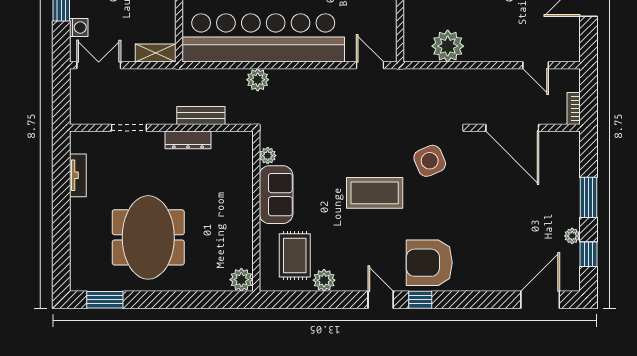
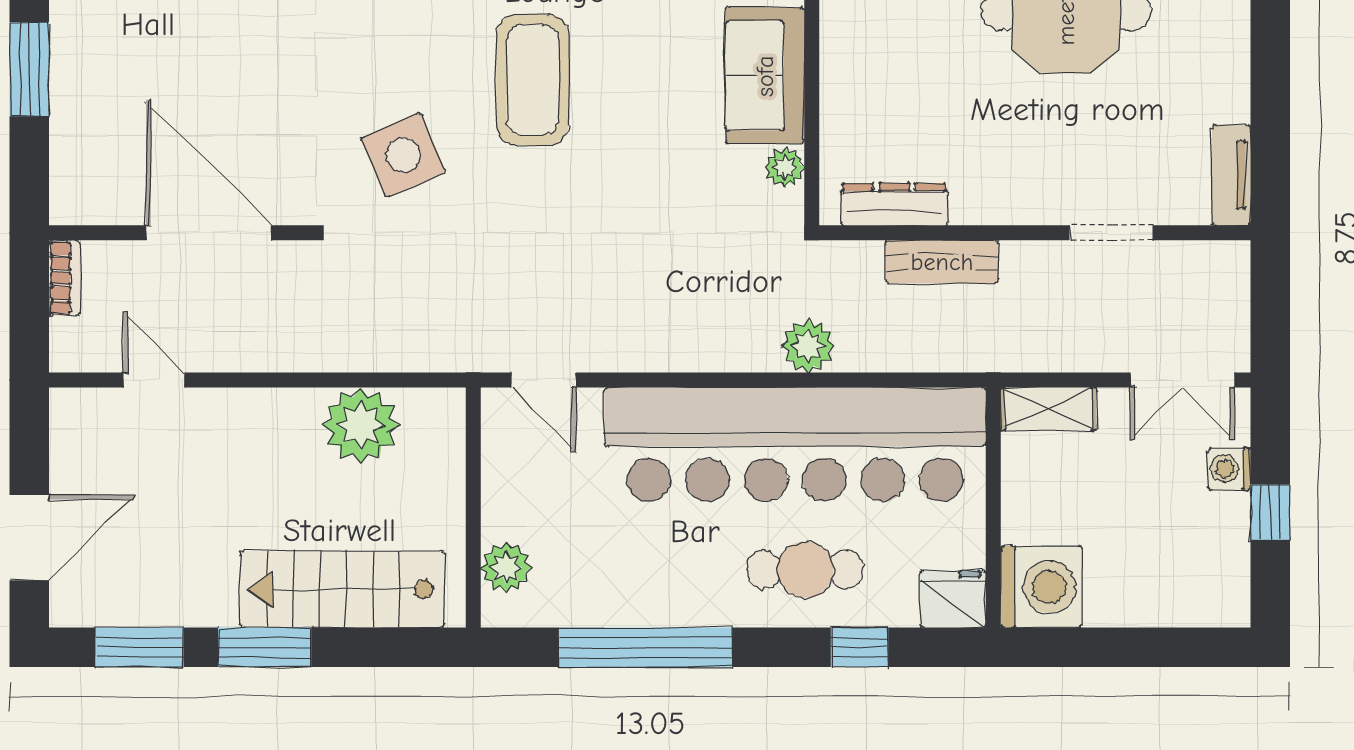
dresser: (188, 140) -> (894, 204), moved
tv unit: (78, 175) -> (1231, 175), moved
coffee table: (375, 193) -> (533, 80), turned 90

